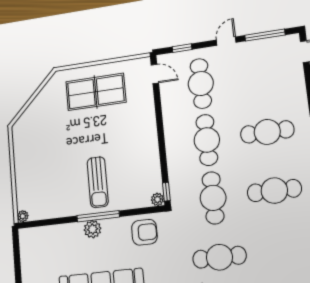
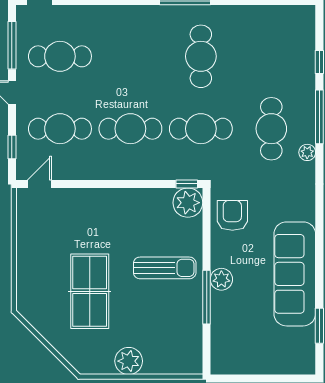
table tennis table: (96, 92) -> (90, 291), moved
cafe table: (267, 132) -> (60, 56), moved, turned 90
plant: (157, 199) -> (188, 203), width x1.88, depth x1.88
plant: (23, 216) -> (129, 361), moved, width x1.87, depth x1.87
window: (98, 216) -> (207, 297), moved

